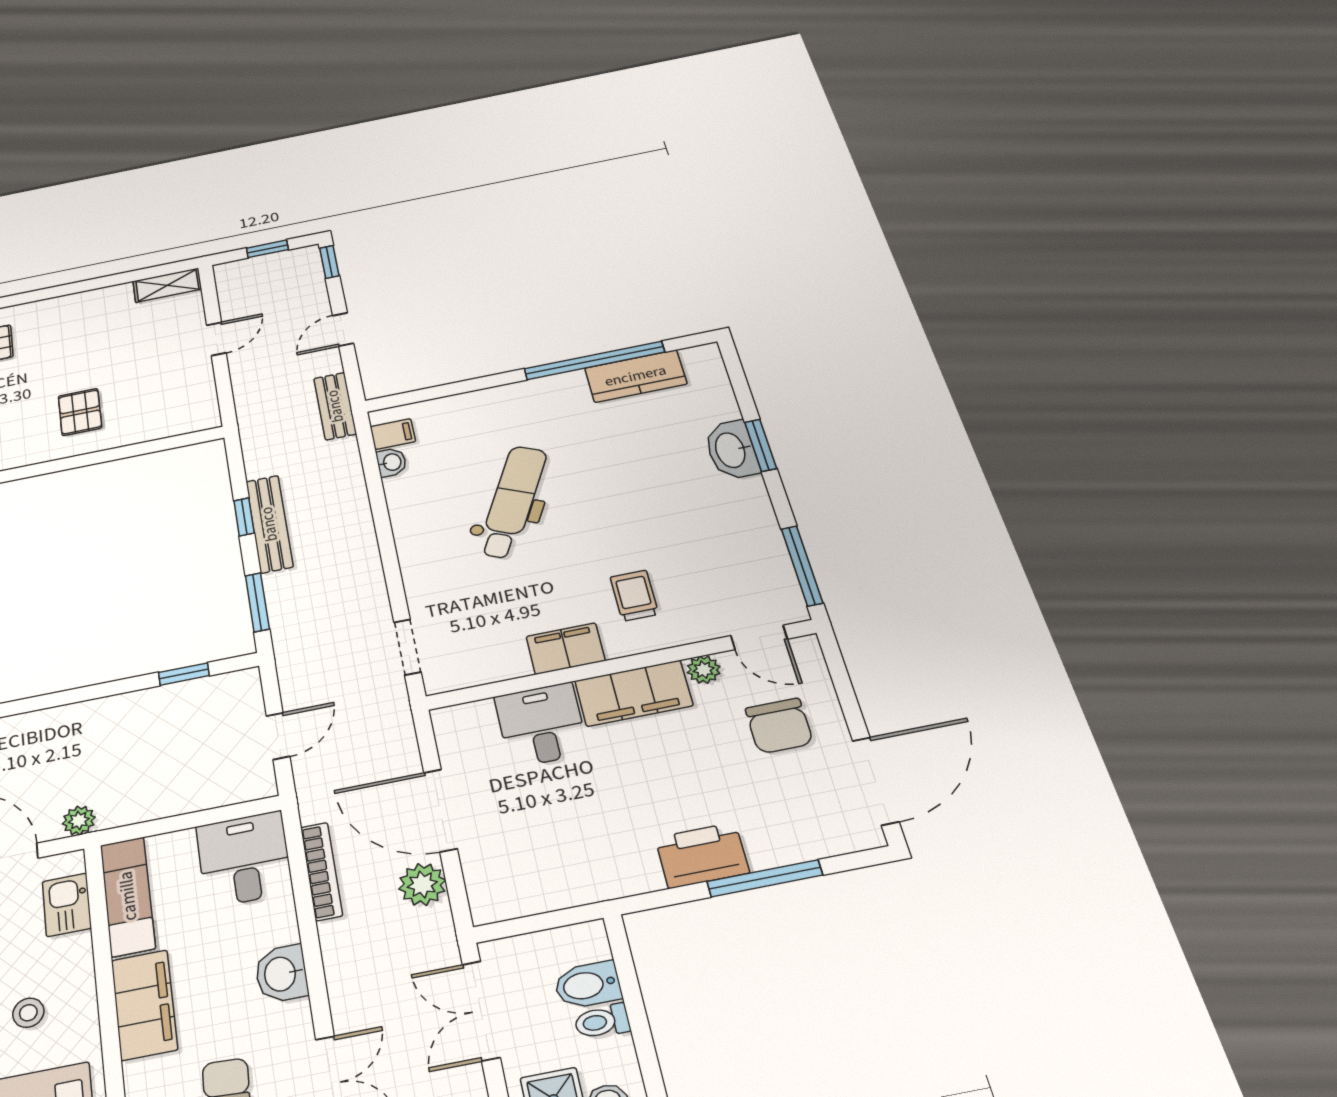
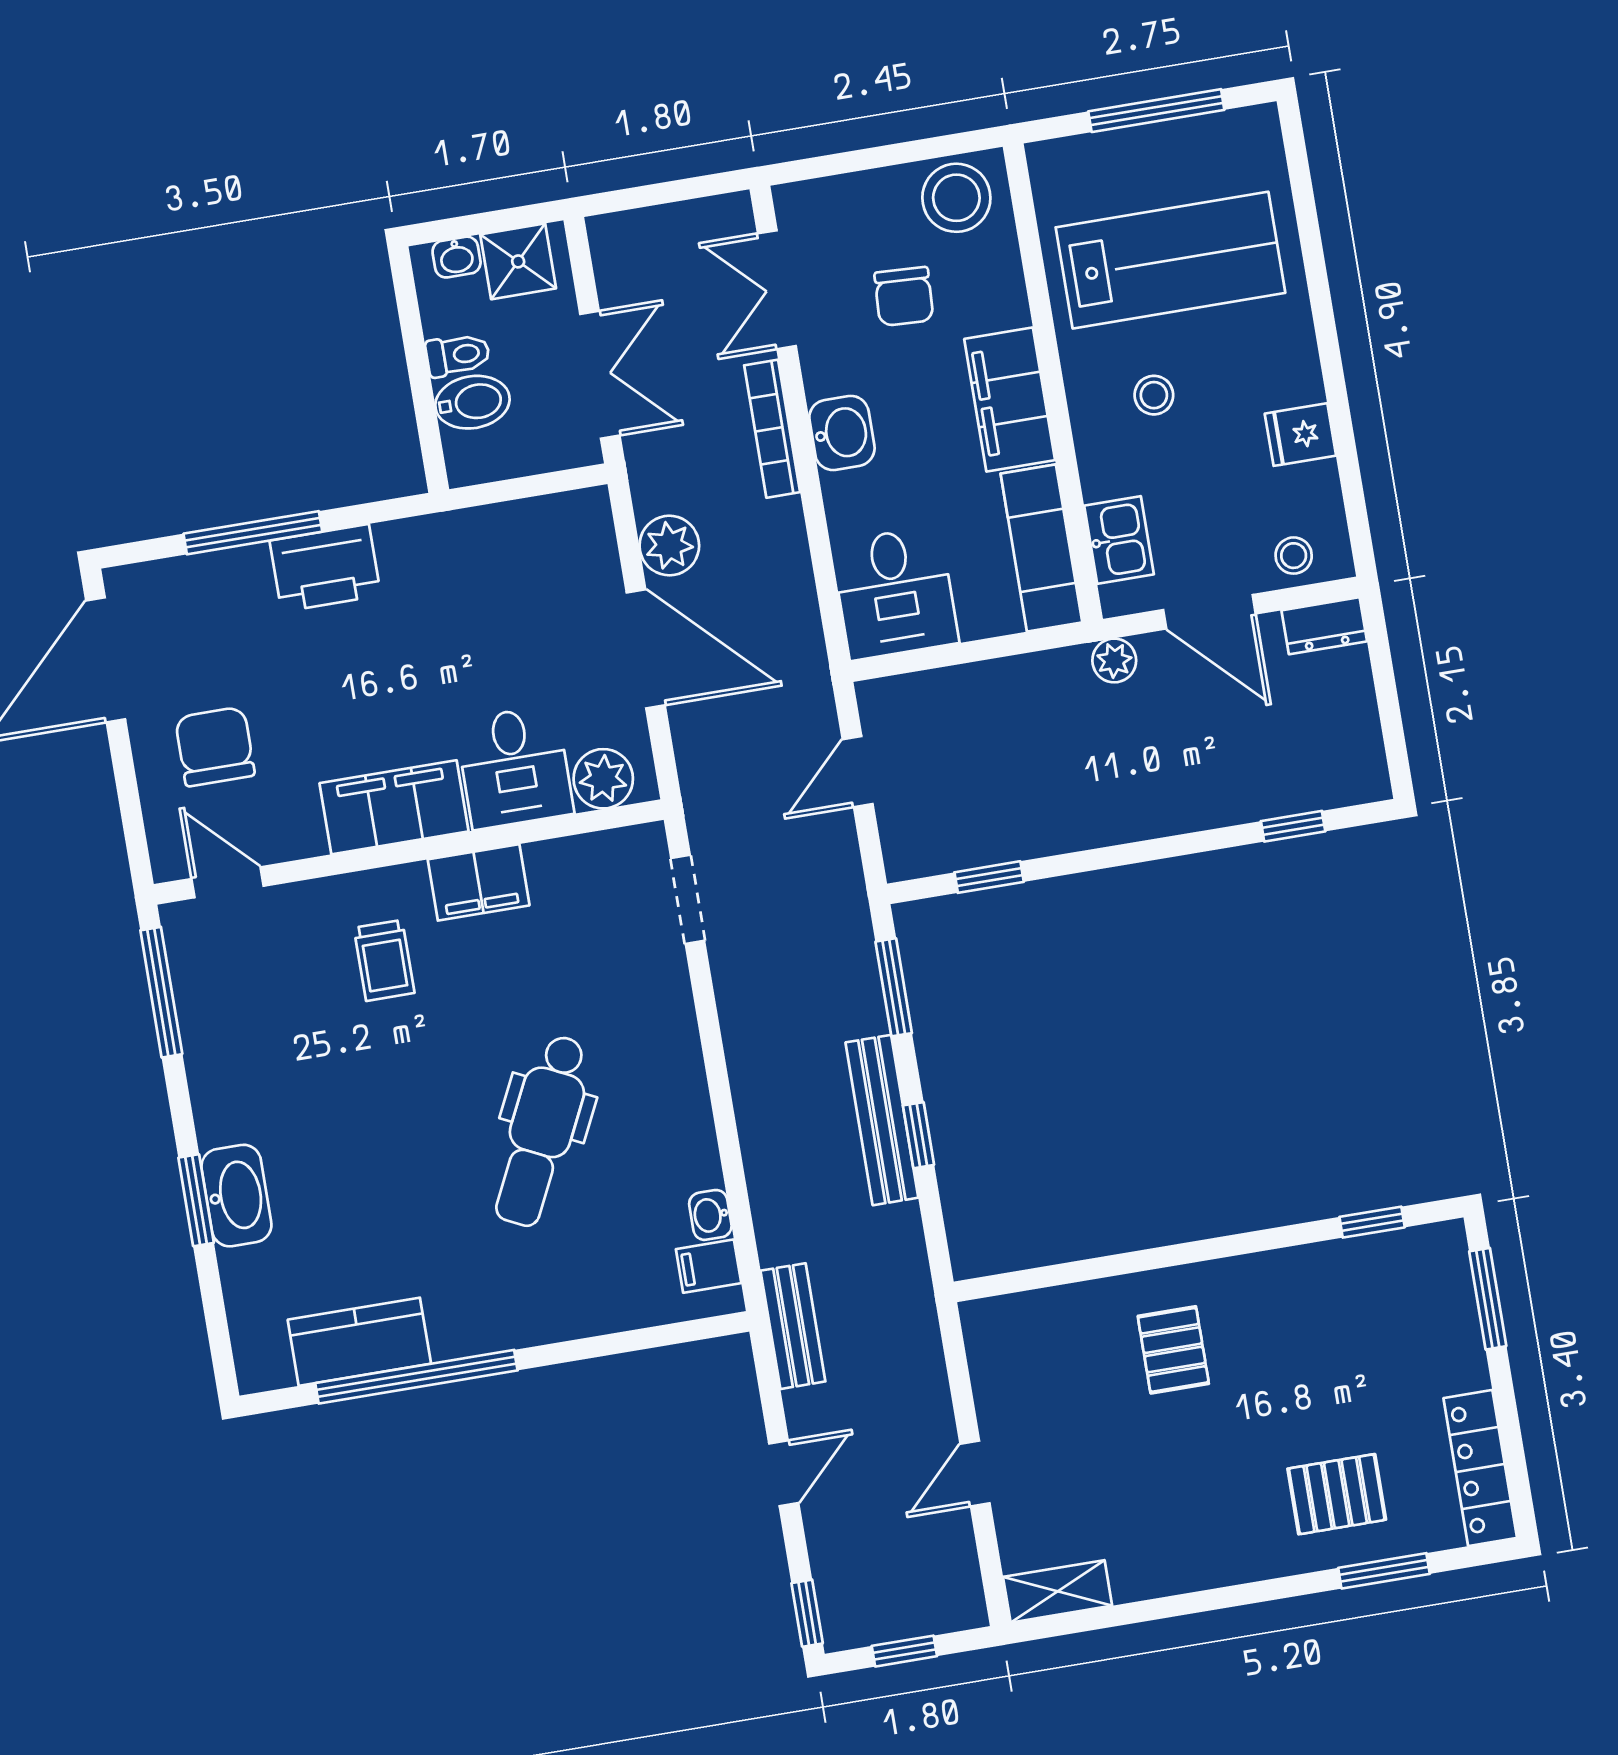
plant: (704, 670) -> (603, 779), moved, width x1.38, depth x1.38
bookcase: (321, 871) -> (772, 429), moved

